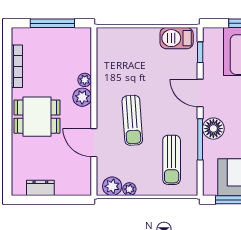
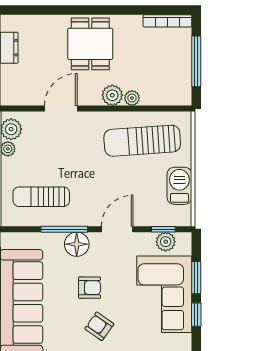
barbecue: (177, 38) -> (179, 186), moved
plant: (211, 50) -> (166, 242), added
bookcase: (17, 66) -> (167, 21), moved
sun lounger: (132, 120) -> (142, 141), moved, width x1.36, depth x1.34

